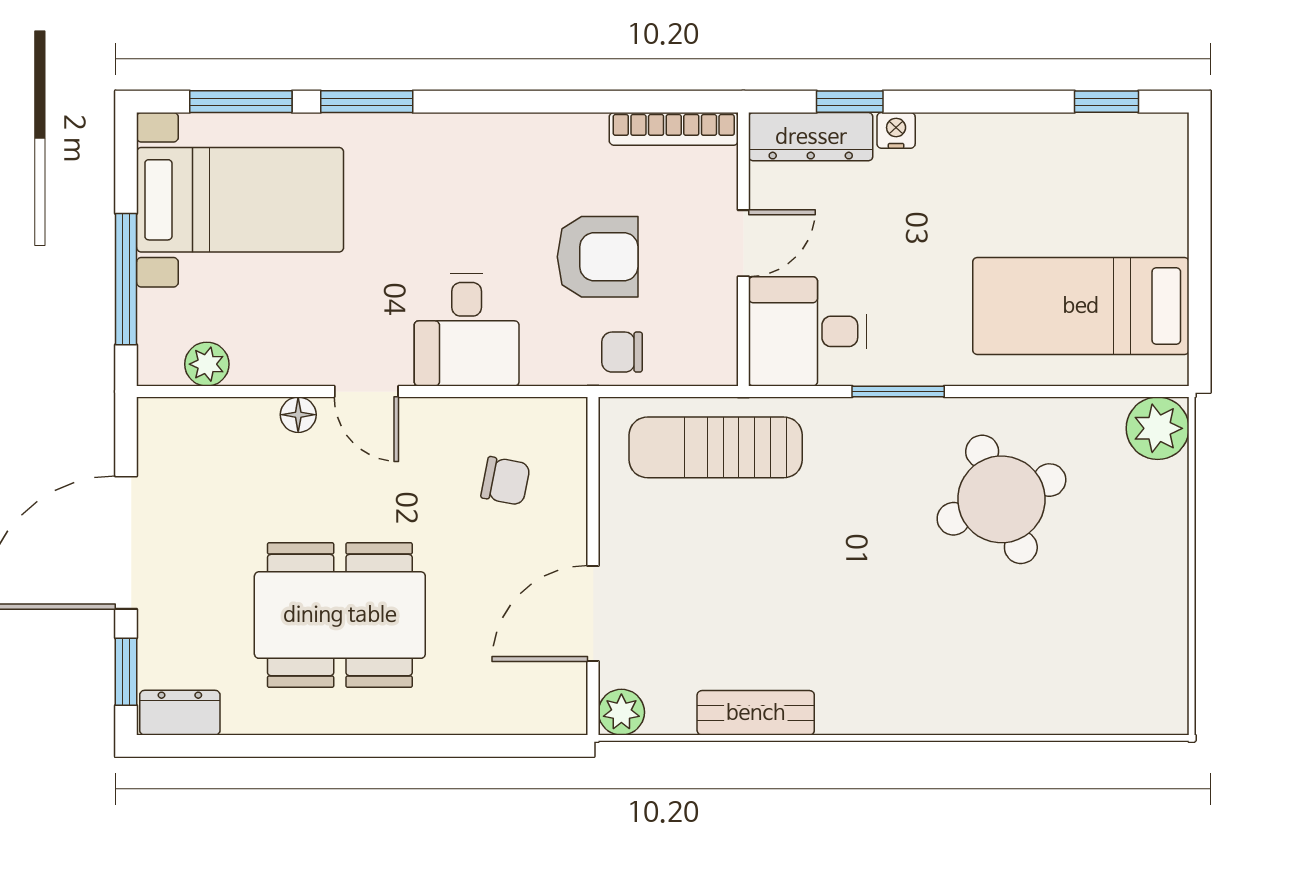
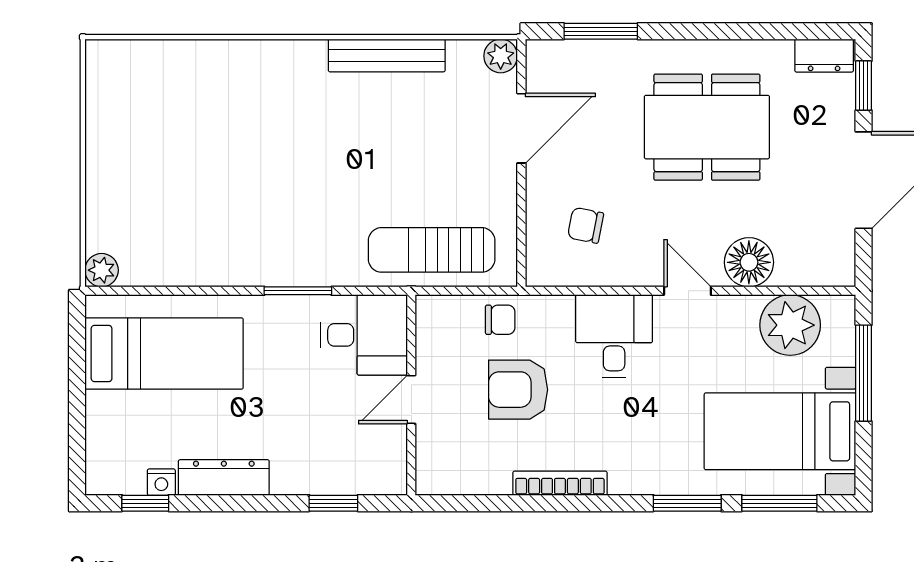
bookcase: (674, 129) -> (560, 483), moved
nightstand: (896, 130) -> (161, 482), moved
dresser: (811, 137) -> (224, 478), moved
plant: (207, 364) -> (790, 325), width x1.87, depth x1.87
floor lamp: (298, 415) -> (749, 262), width x1.89, depth x1.89
plant: (1158, 428) -> (102, 270), width x0.73, depth x0.73
sun lounger: (716, 447) -> (432, 250), turned 180
round table: (1001, 499) -> (222, 212), removed
bench: (756, 713) -> (387, 55), width x1.36
window: (485, 746) -> (601, 31), added

